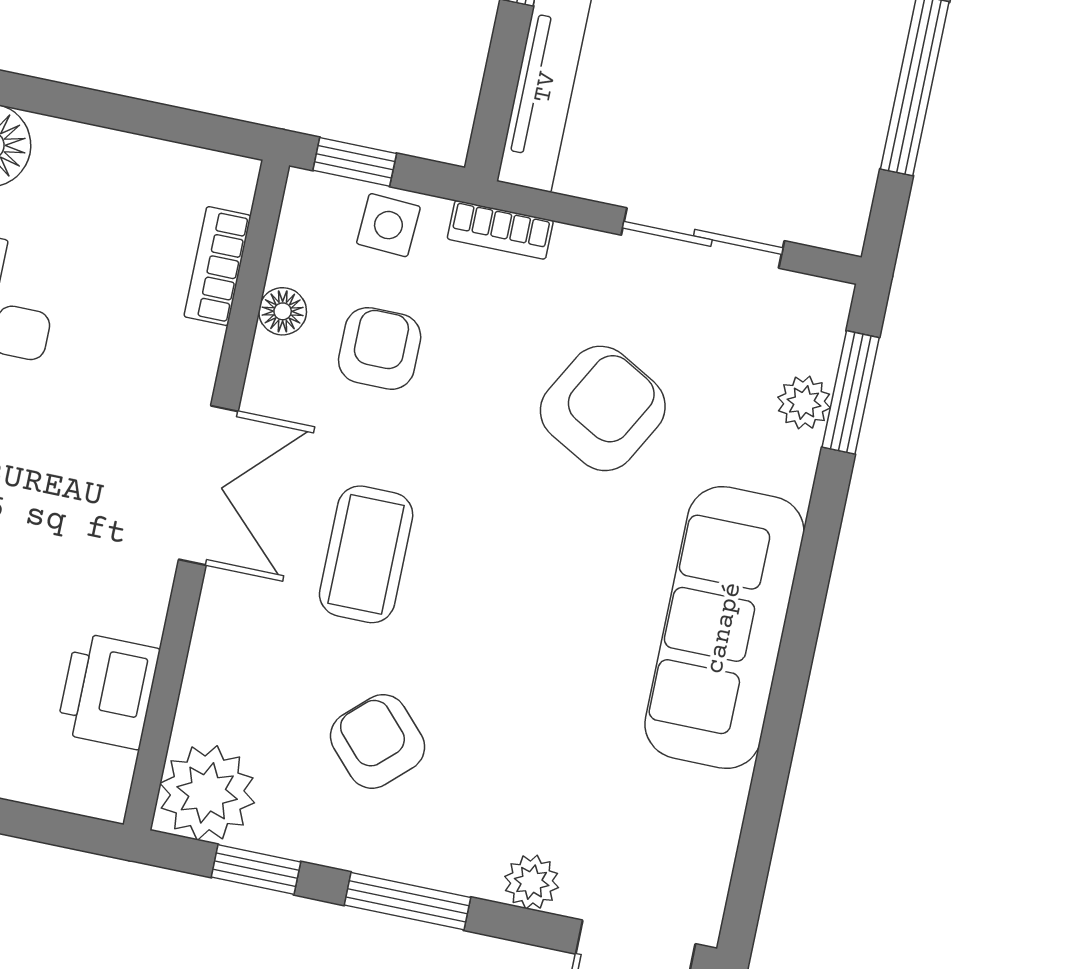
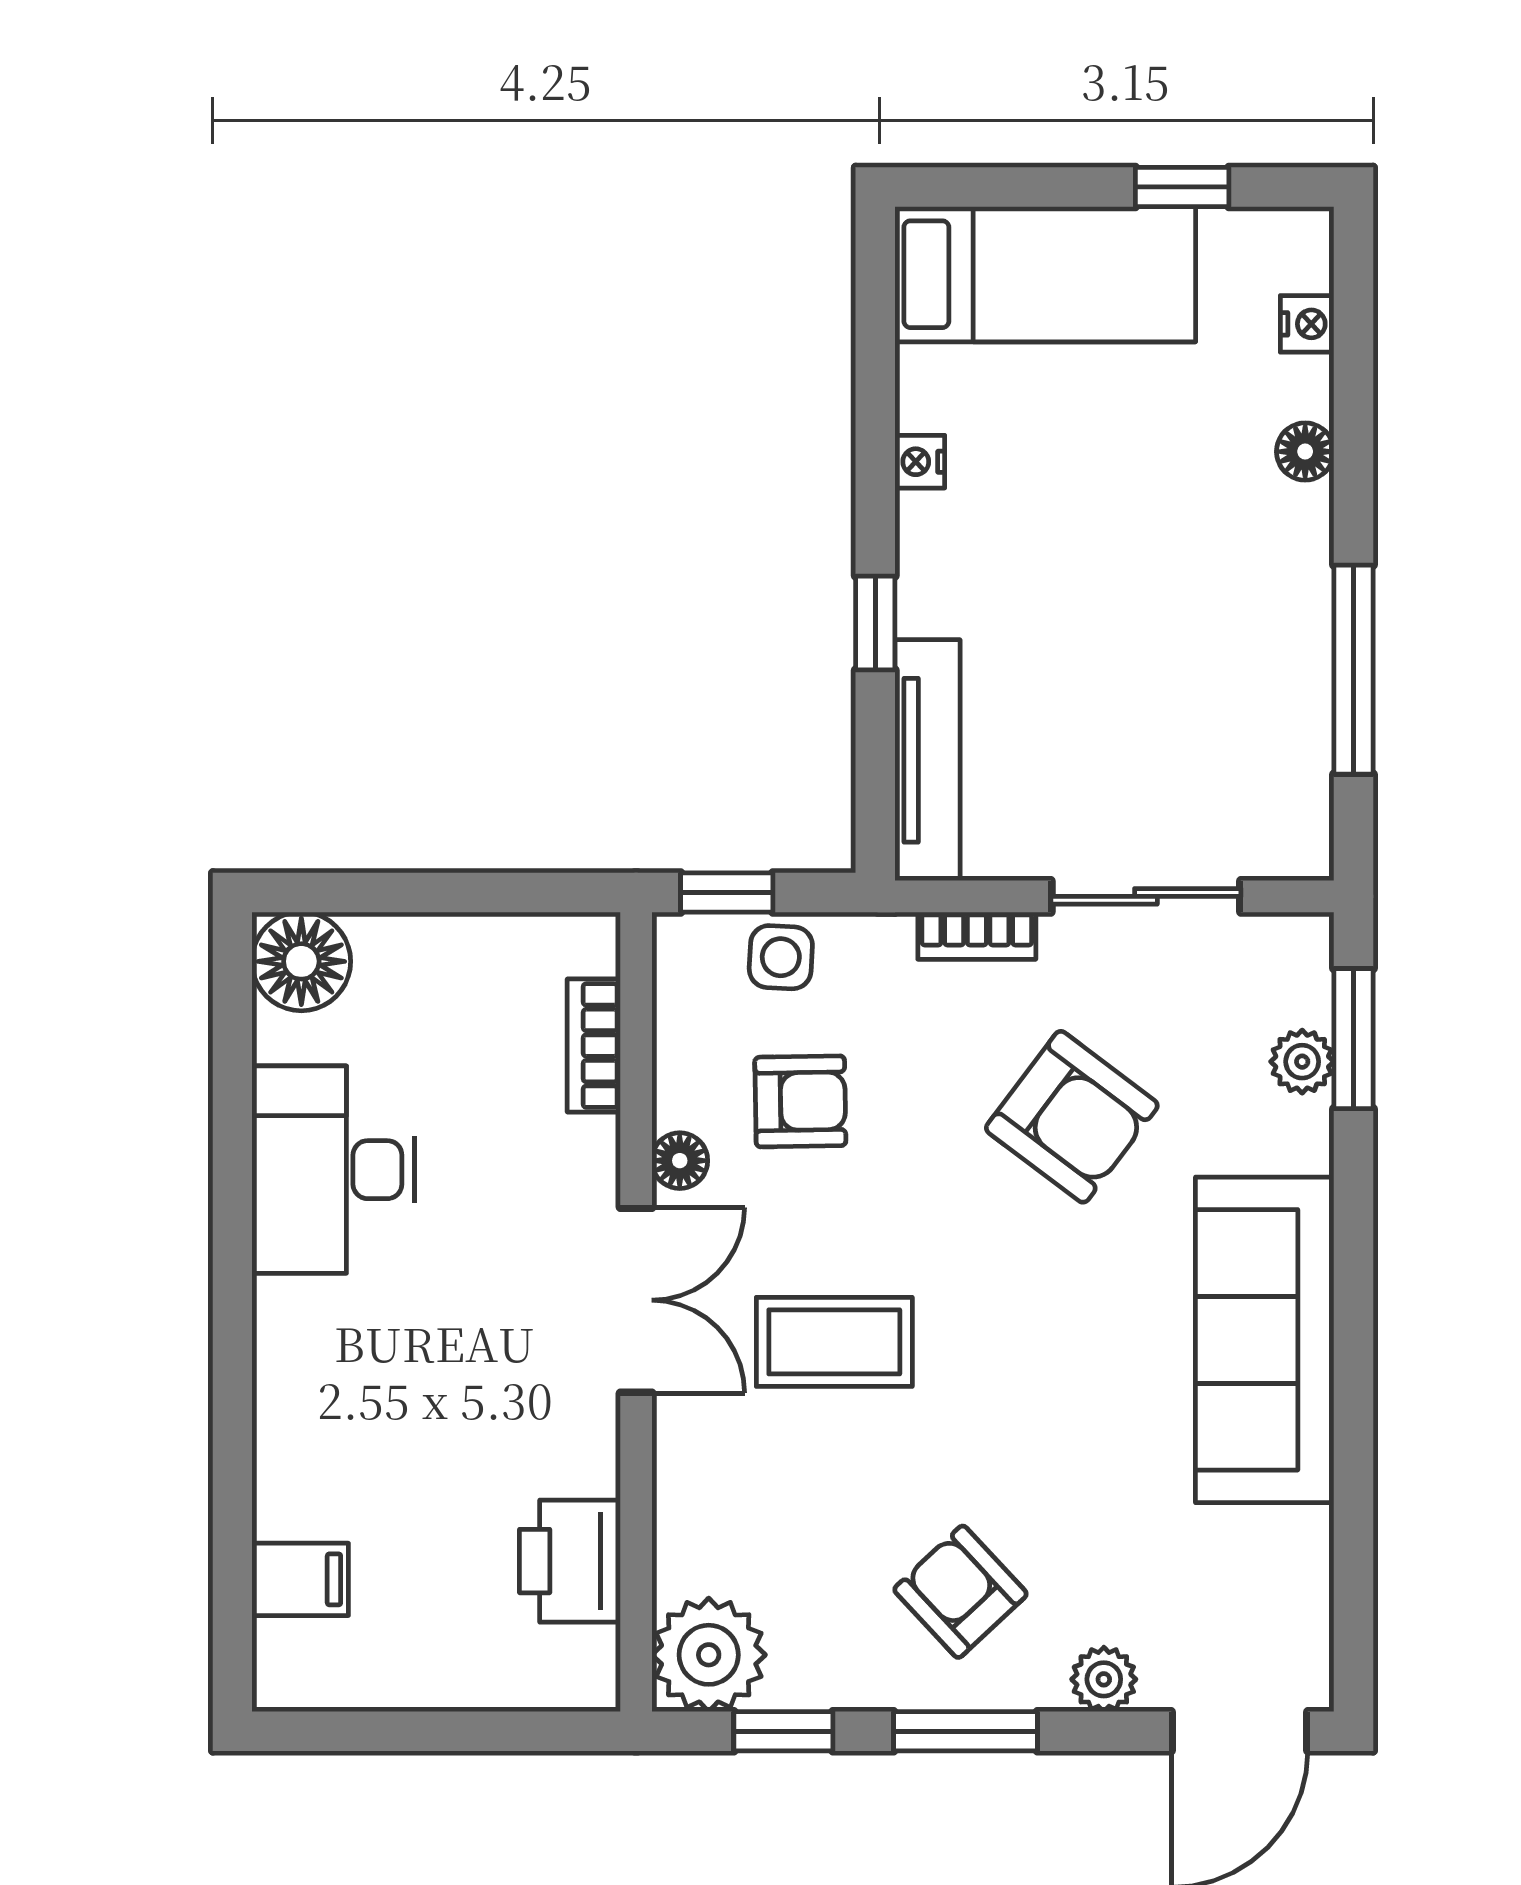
bookcase: (500, 230) -> (977, 936), moved
floor lamp: (283, 311) -> (680, 1161), moved
armchair: (380, 348) -> (800, 1101), turned 89
armchair: (603, 408) -> (1072, 1117), turned 98
coffee table: (366, 554) -> (834, 1342), turned 90
armchair: (378, 741) -> (960, 1592), moved

